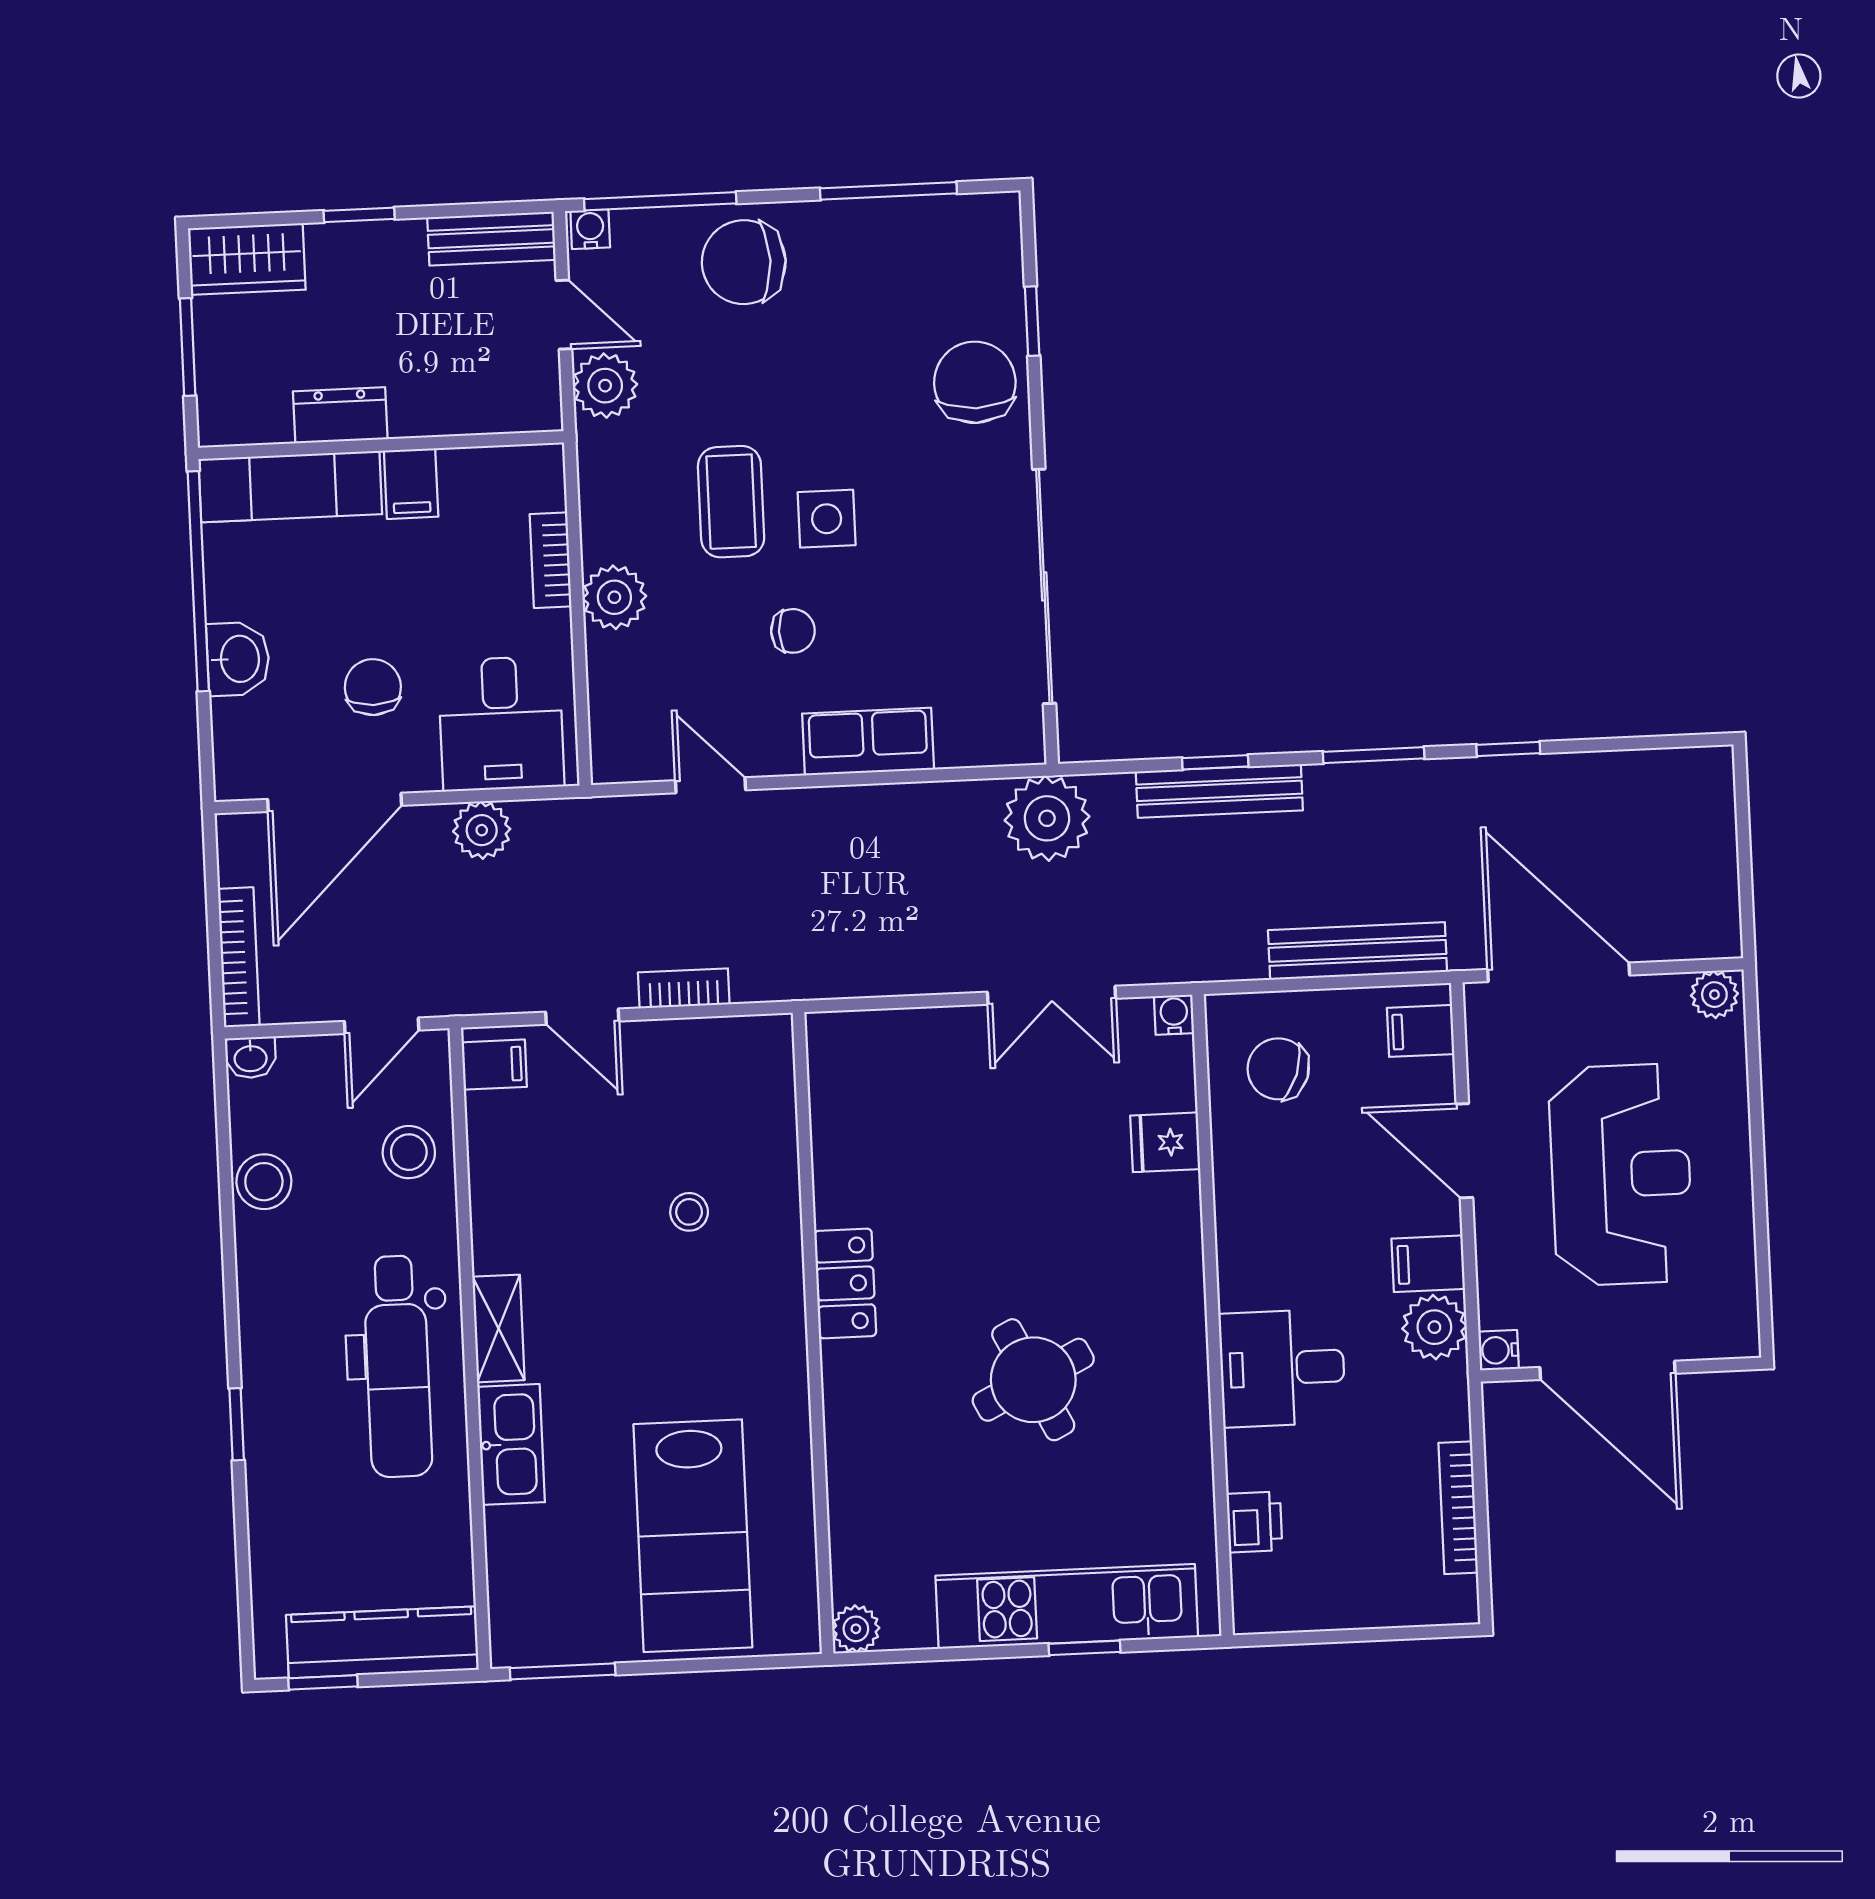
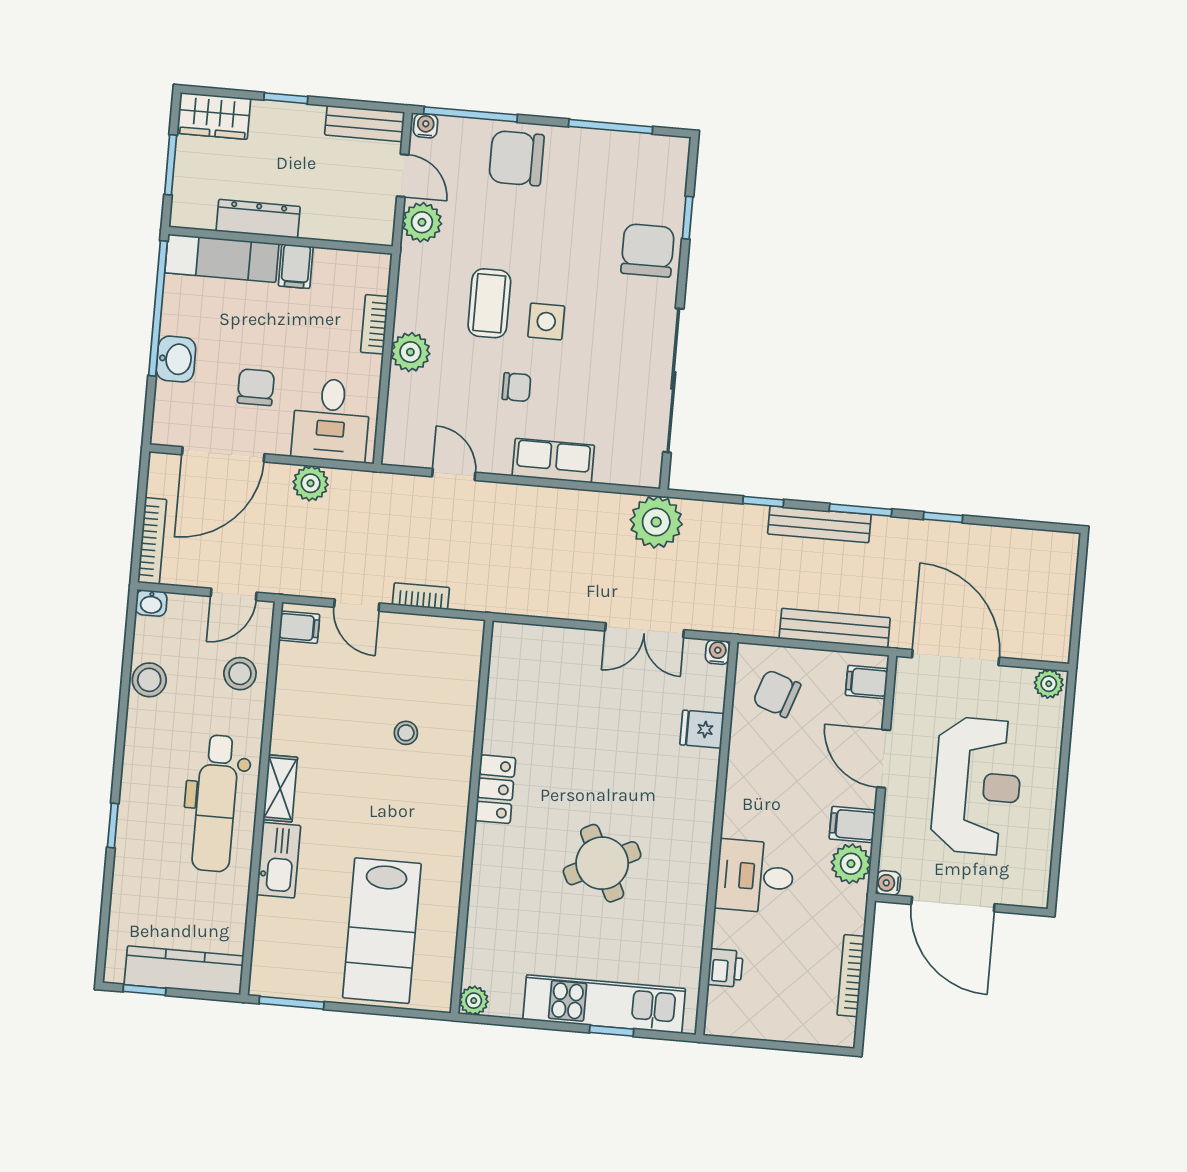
dresser: (340, 415) -> (258, 219), width x1.44
bench: (1219, 791) -> (819, 524), moved

